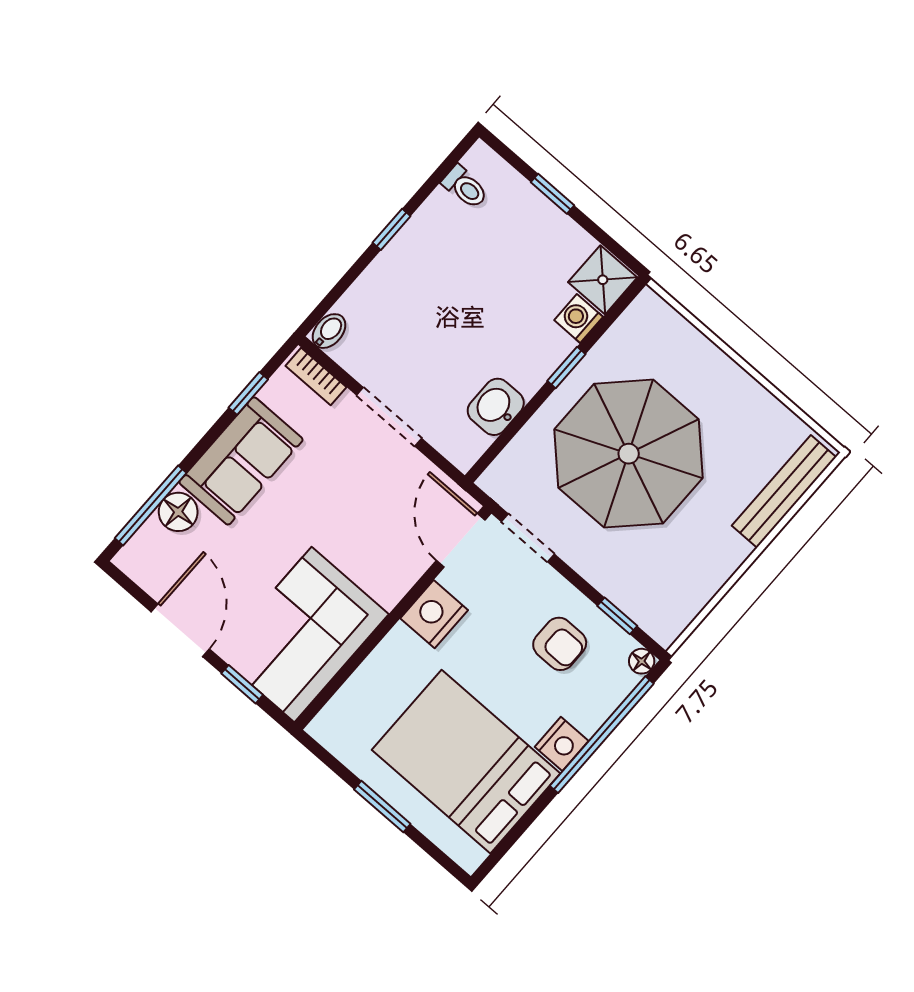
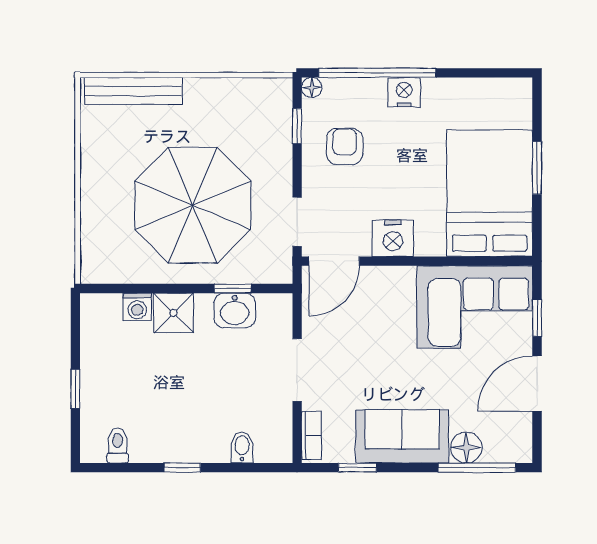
shower: (603, 280) -> (174, 313), moved
bidet: (329, 331) -> (242, 447), moved, turned 90
window: (566, 368) -> (233, 288), moved
bed: (466, 762) -> (490, 193), moved, turned 180

